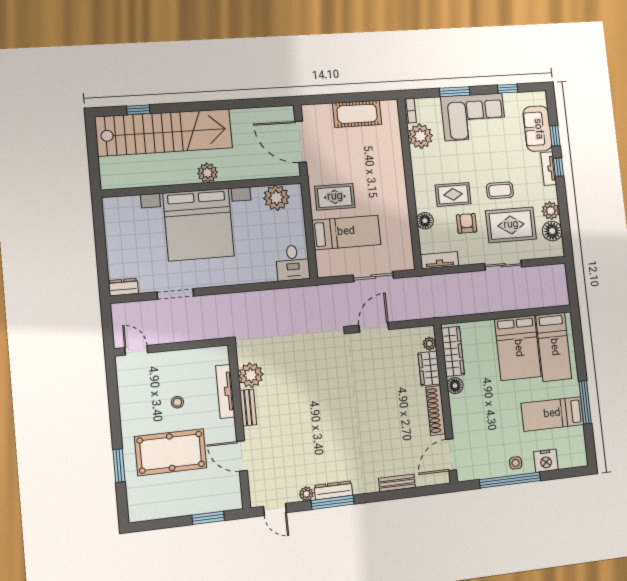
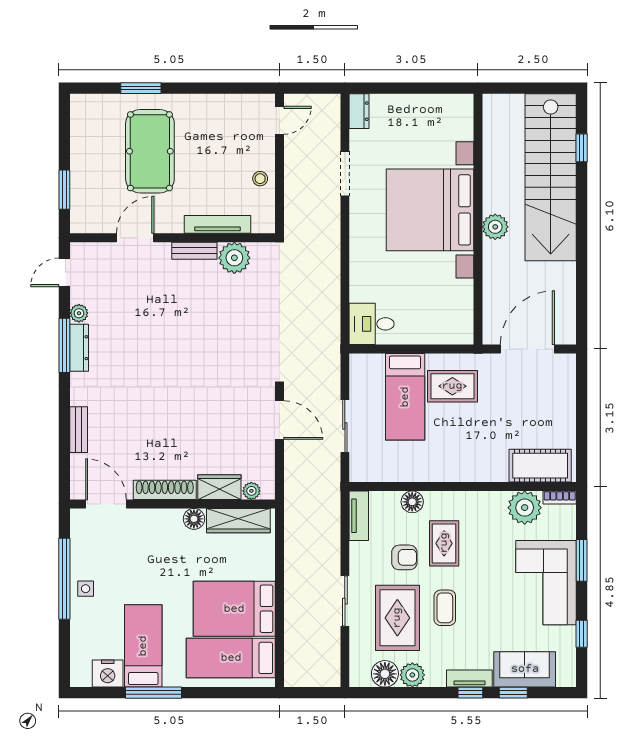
cot: (357, 114) -> (540, 466), moved, turned 90
rug: (335, 197) -> (452, 386), turned 90
plant: (276, 198) -> (457, 311), removed
stool: (177, 402) -> (260, 179), moved
nightstand: (546, 461) -> (108, 674), moved, turned -90

